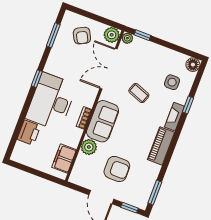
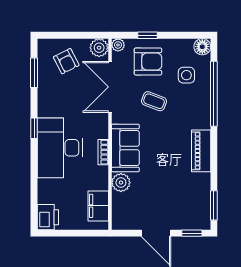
window: (142, 35) -> (147, 35), moved
window: (188, 105) -> (214, 94), width x3.17
fireplace: (175, 117) -> (204, 112), removed
printer: (29, 133) -> (48, 217), moved
armchair: (117, 169) -> (148, 61), moved

